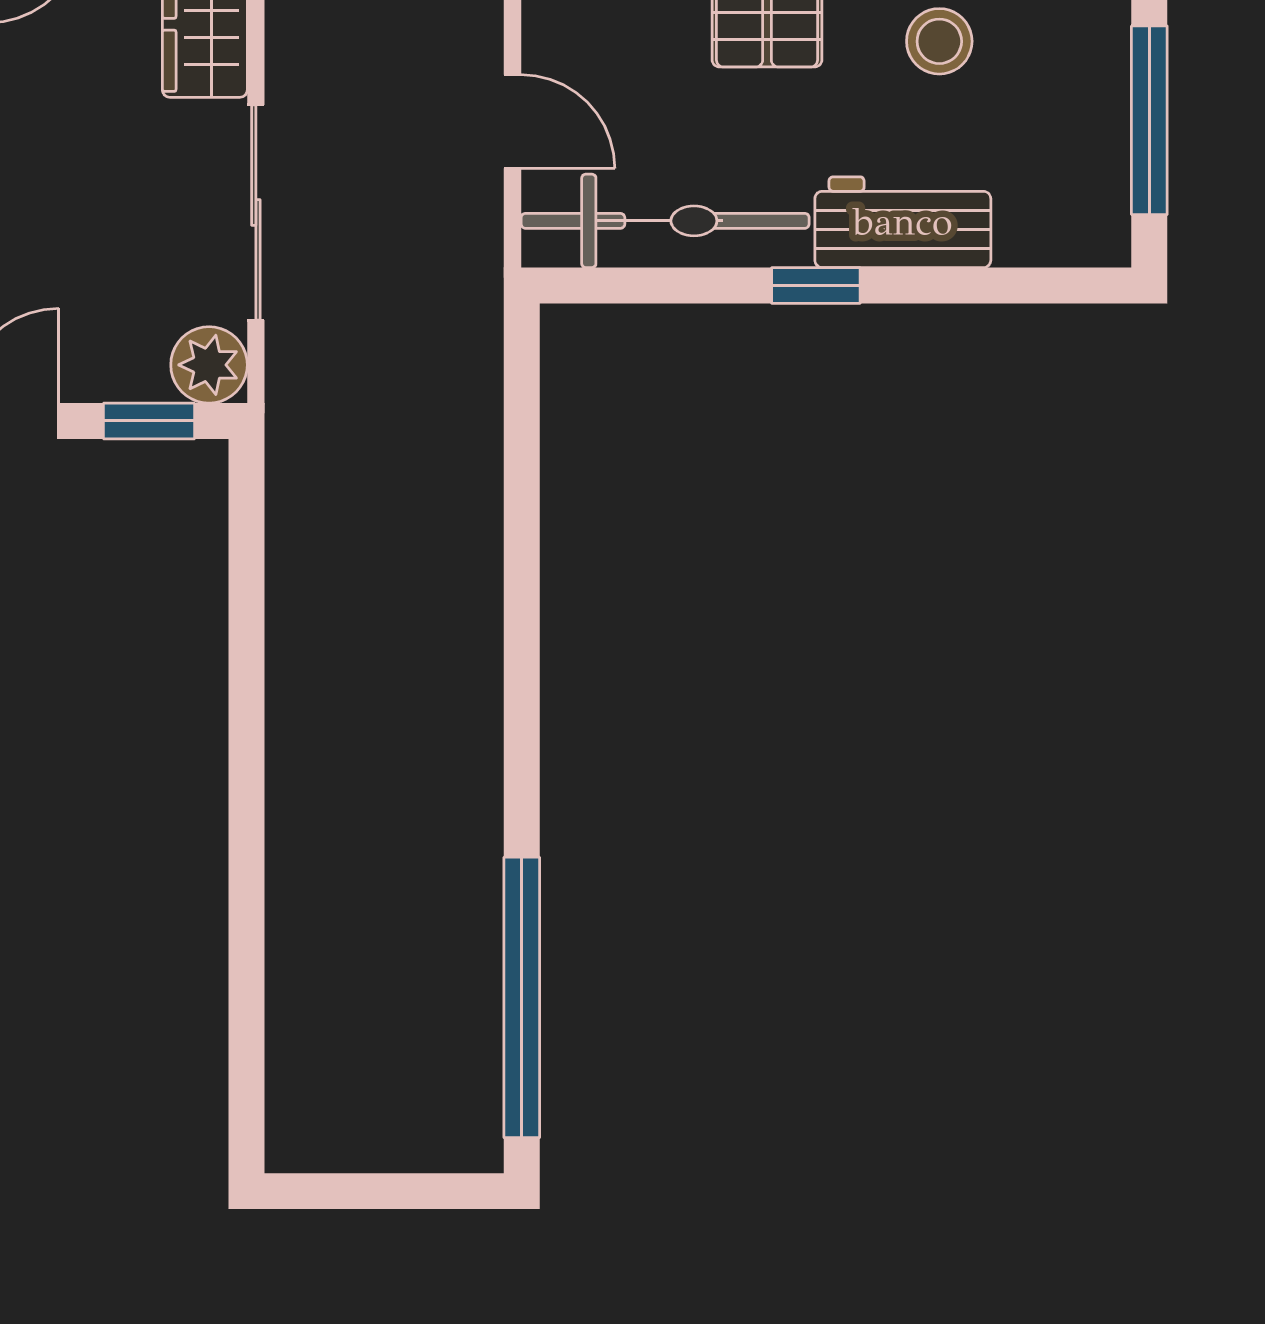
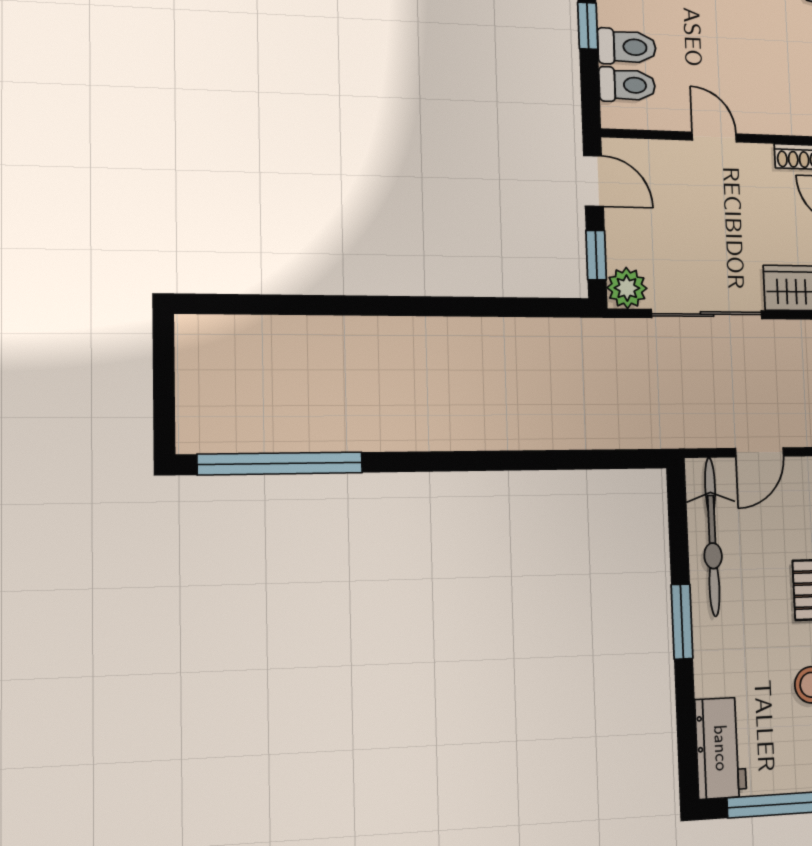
workbench: (903, 222) -> (721, 748), moved
window: (816, 285) -> (682, 622), width x1.50

